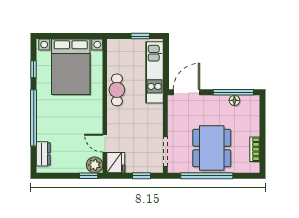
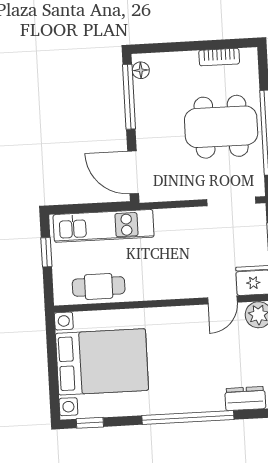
window: (34, 69) -> (90, 423), moved
cafe table: (117, 90) -> (99, 286), moved
floor lamp: (234, 100) -> (141, 70), moved

